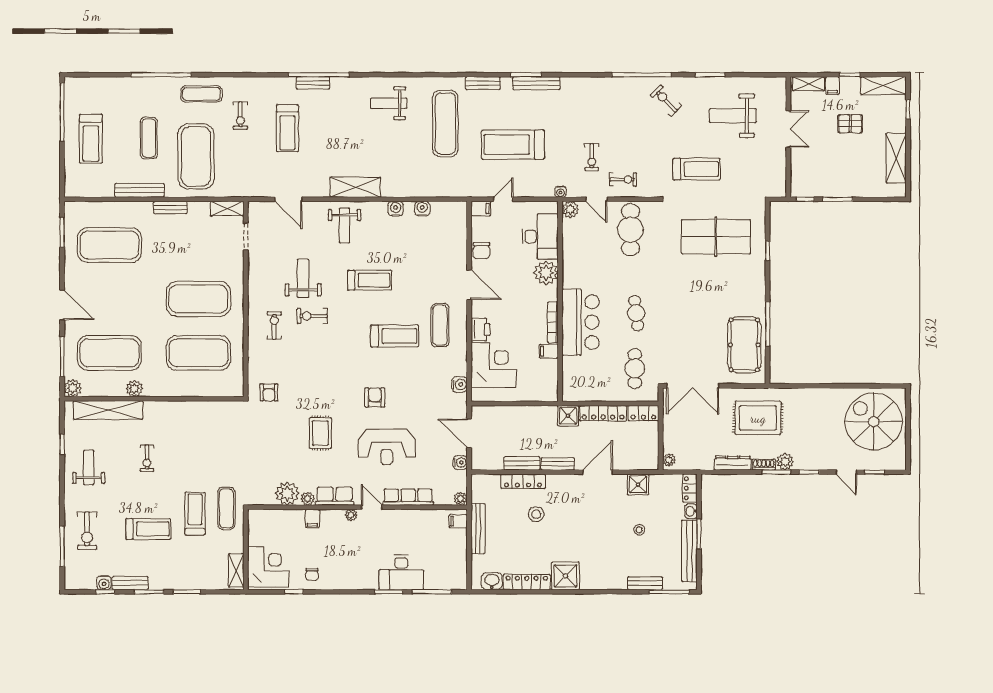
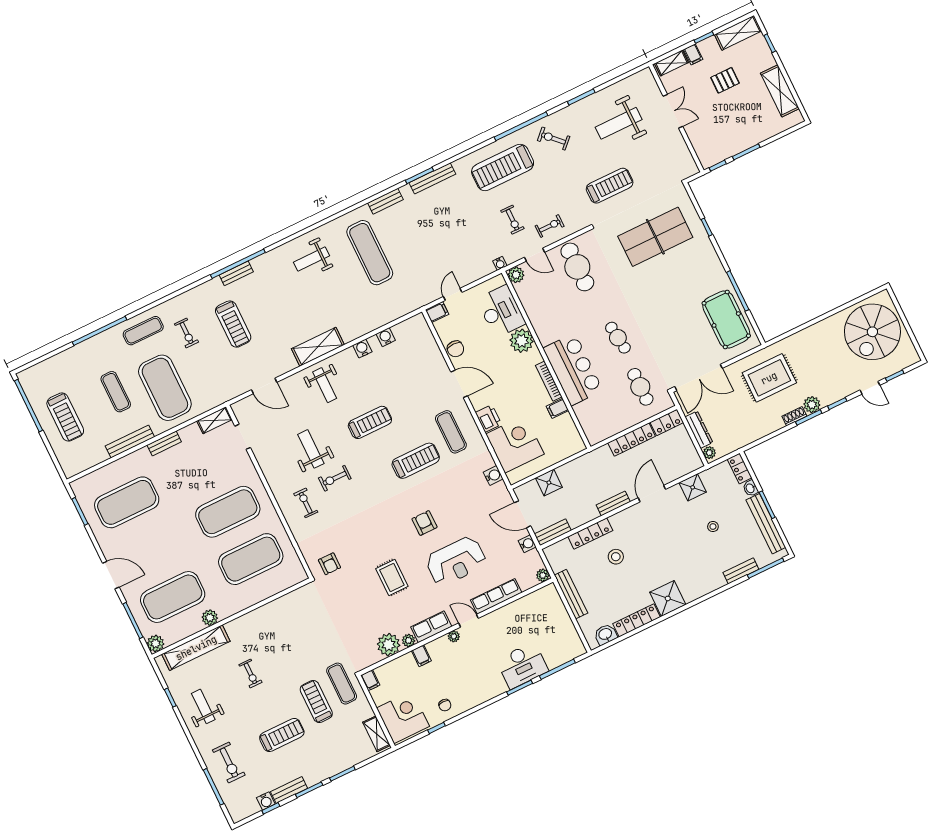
treadmill: (513, 145) -> (503, 167), moved
shower: (568, 416) -> (549, 483), moved
spiral stairs: (874, 422) -> (872, 332), turned -90
bench: (522, 463) -> (553, 532), moved
dresser: (733, 463) -> (699, 430), moved, turned 90
filing cabinet: (458, 521) -> (370, 680), moved, turned -90

